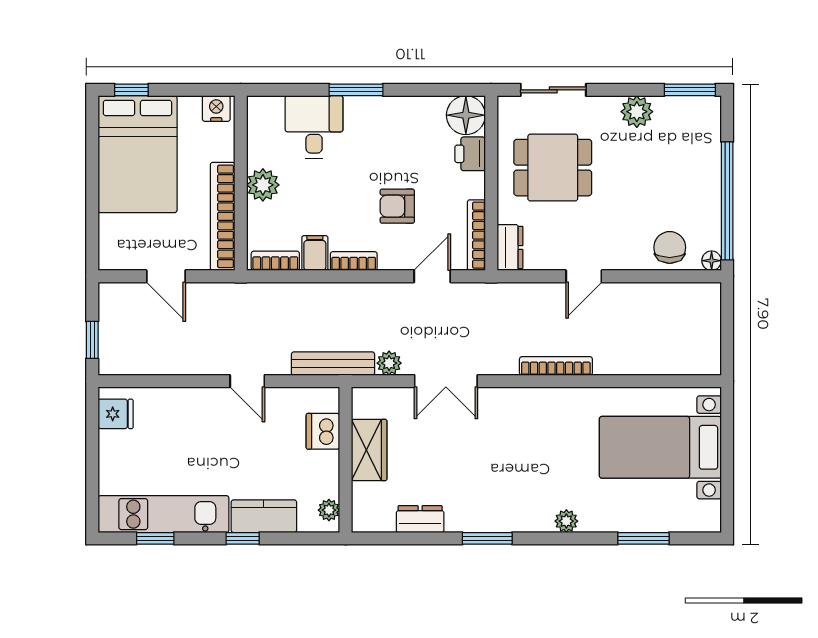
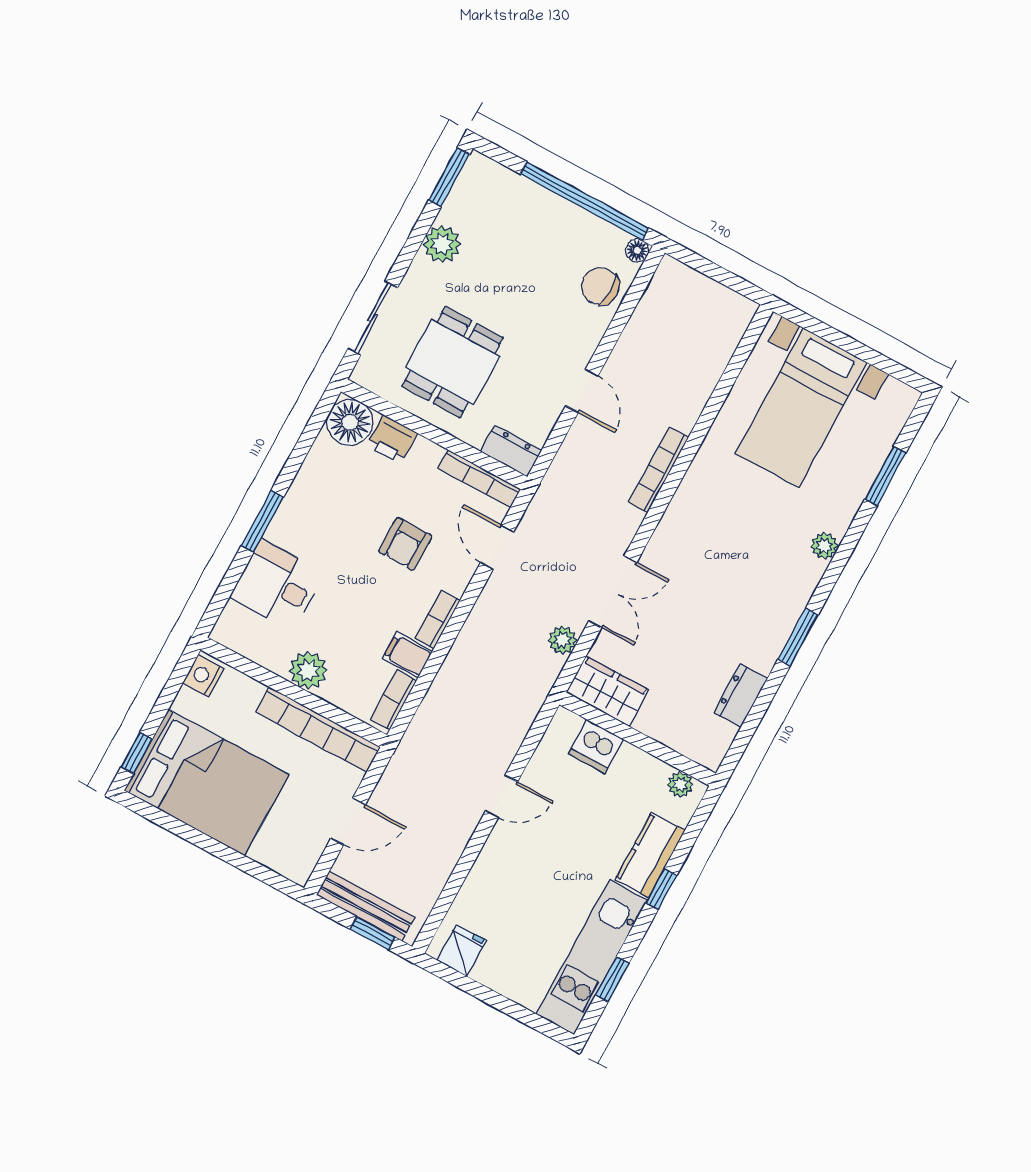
bench: (333, 364) -> (366, 906), moved, turned 90
wardrobe: (369, 450) -> (607, 691), moved

